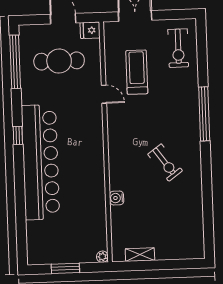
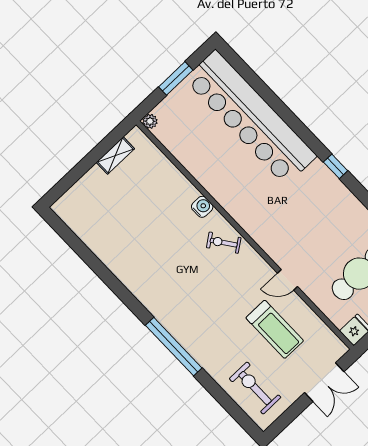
bar counter: (40, 162) -> (251, 118), moved
exercise bike: (165, 163) -> (224, 243), moved, width x0.73, depth x0.72
water cooler: (117, 198) -> (202, 207), moved

